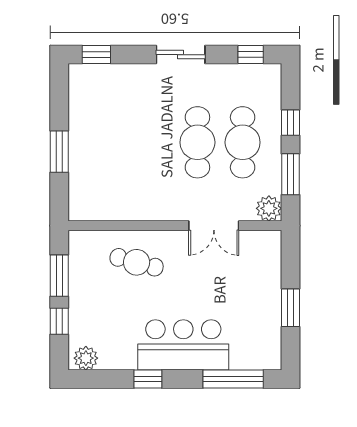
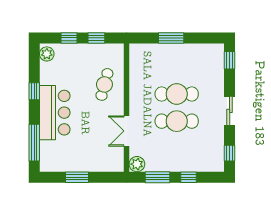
cafe table: (243, 142) -> (177, 94), moved
window: (59, 276) -> (96, 38), width x0.67

